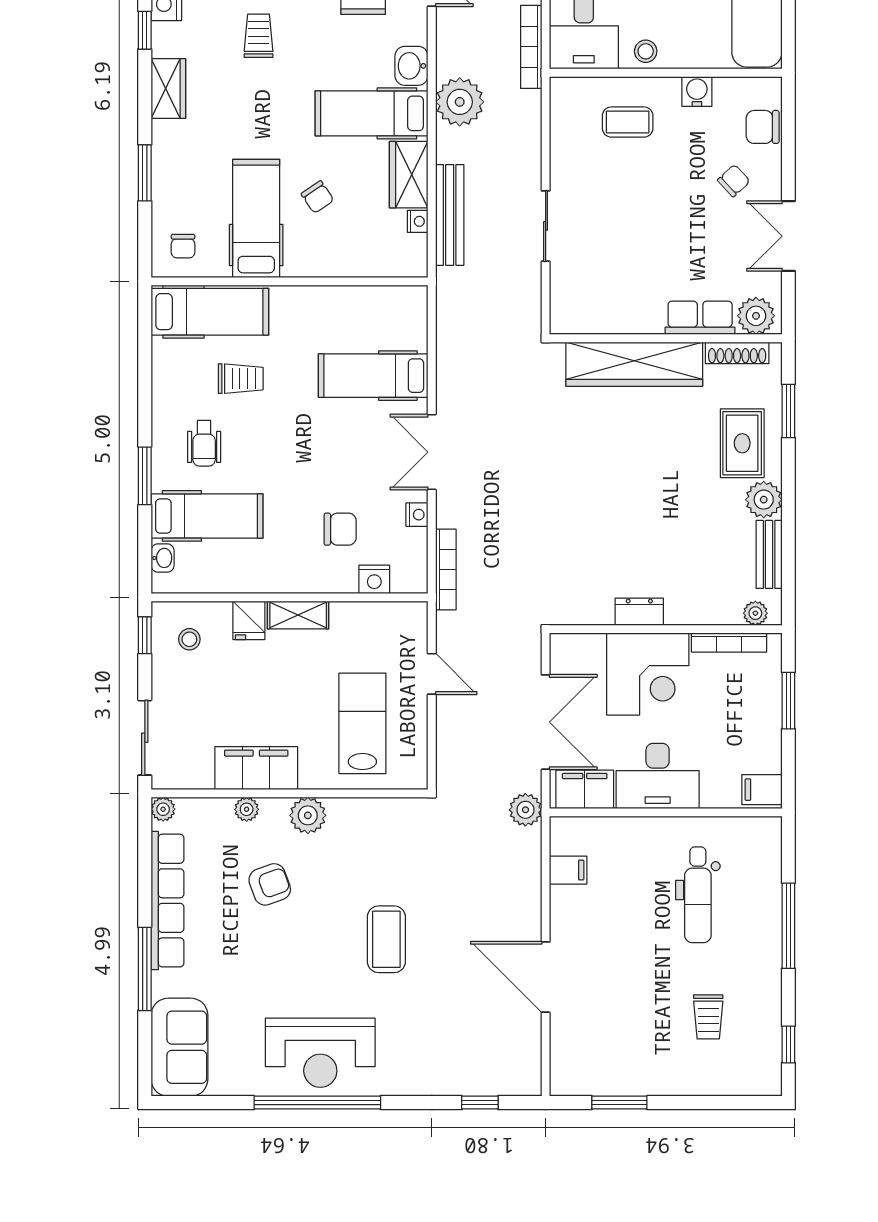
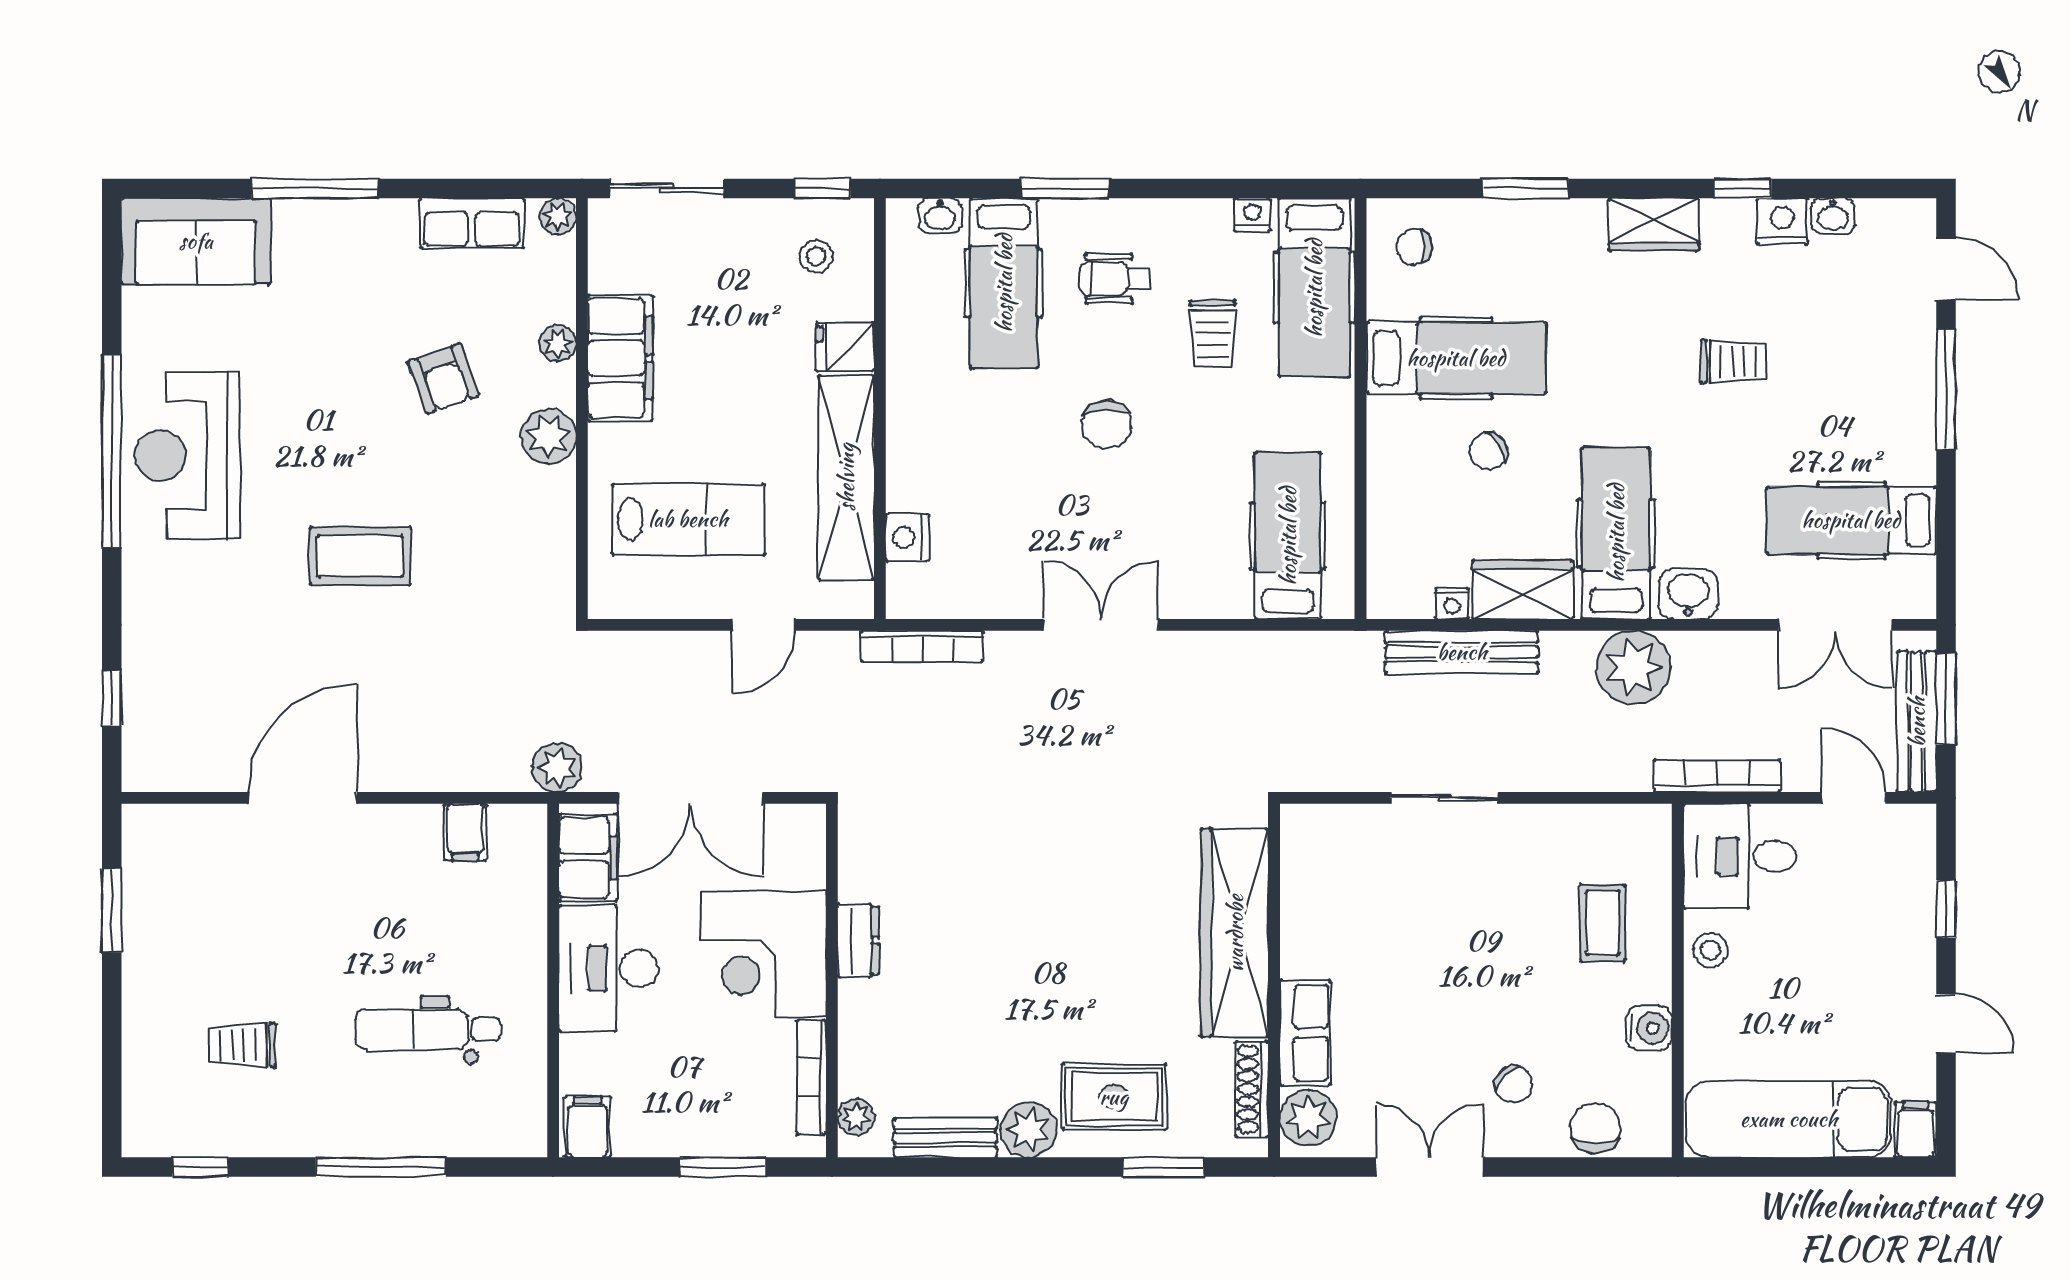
hospital bed: (373, 376) -> (1288, 536), moved
nightstand: (417, 515) -> (1252, 215), moved, turned 180
chair: (340, 529) -> (1107, 425), moved
shelving: (298, 615) -> (846, 477), width x2.20, depth x1.33
row of seats: (167, 901) -> (472, 223), width x0.50

